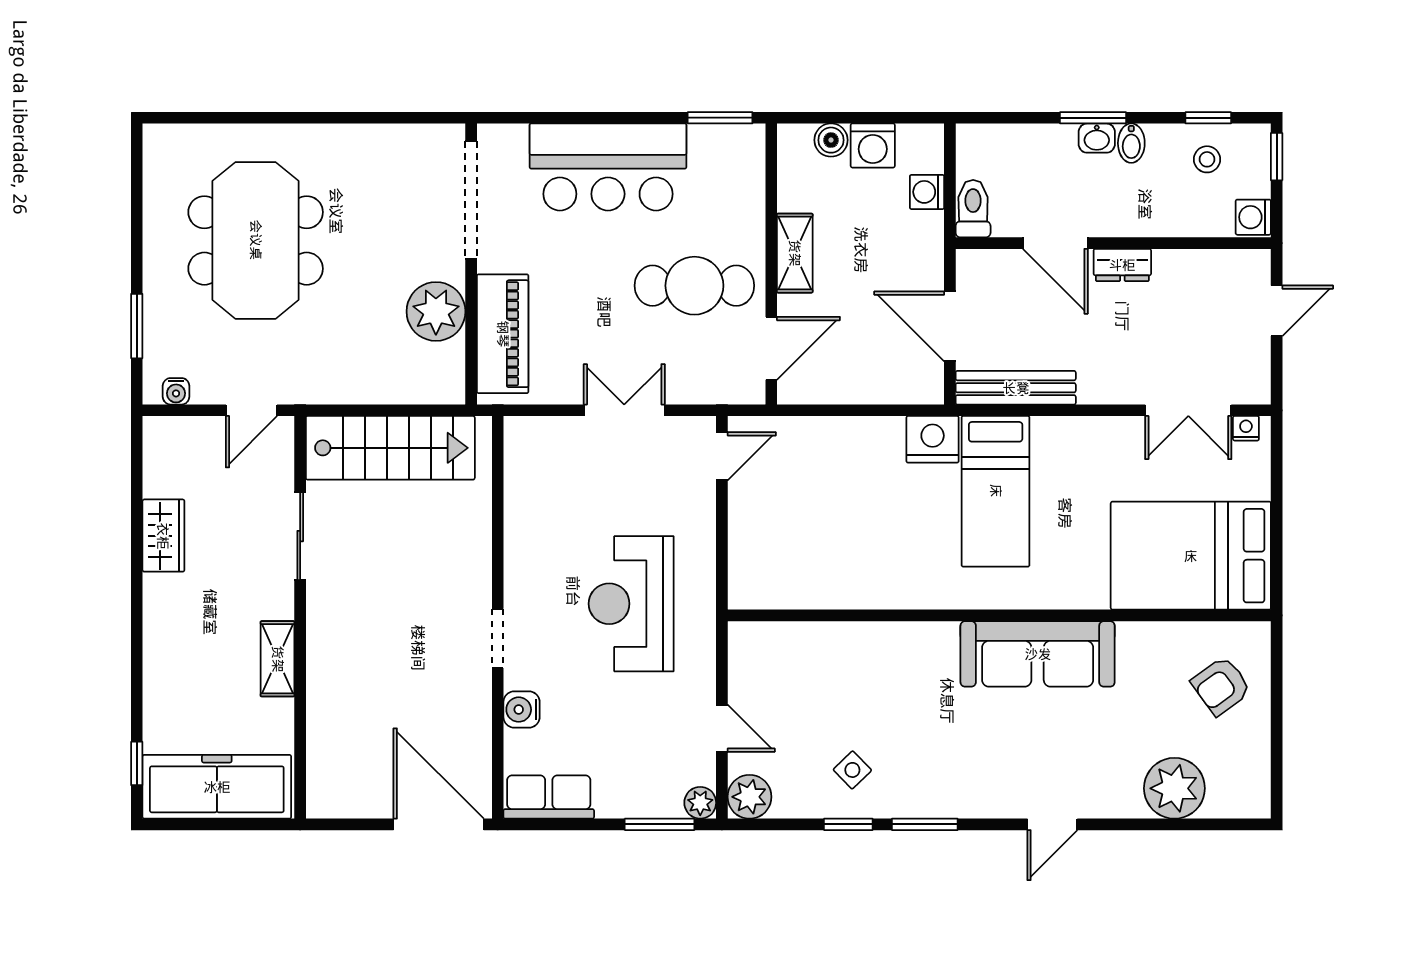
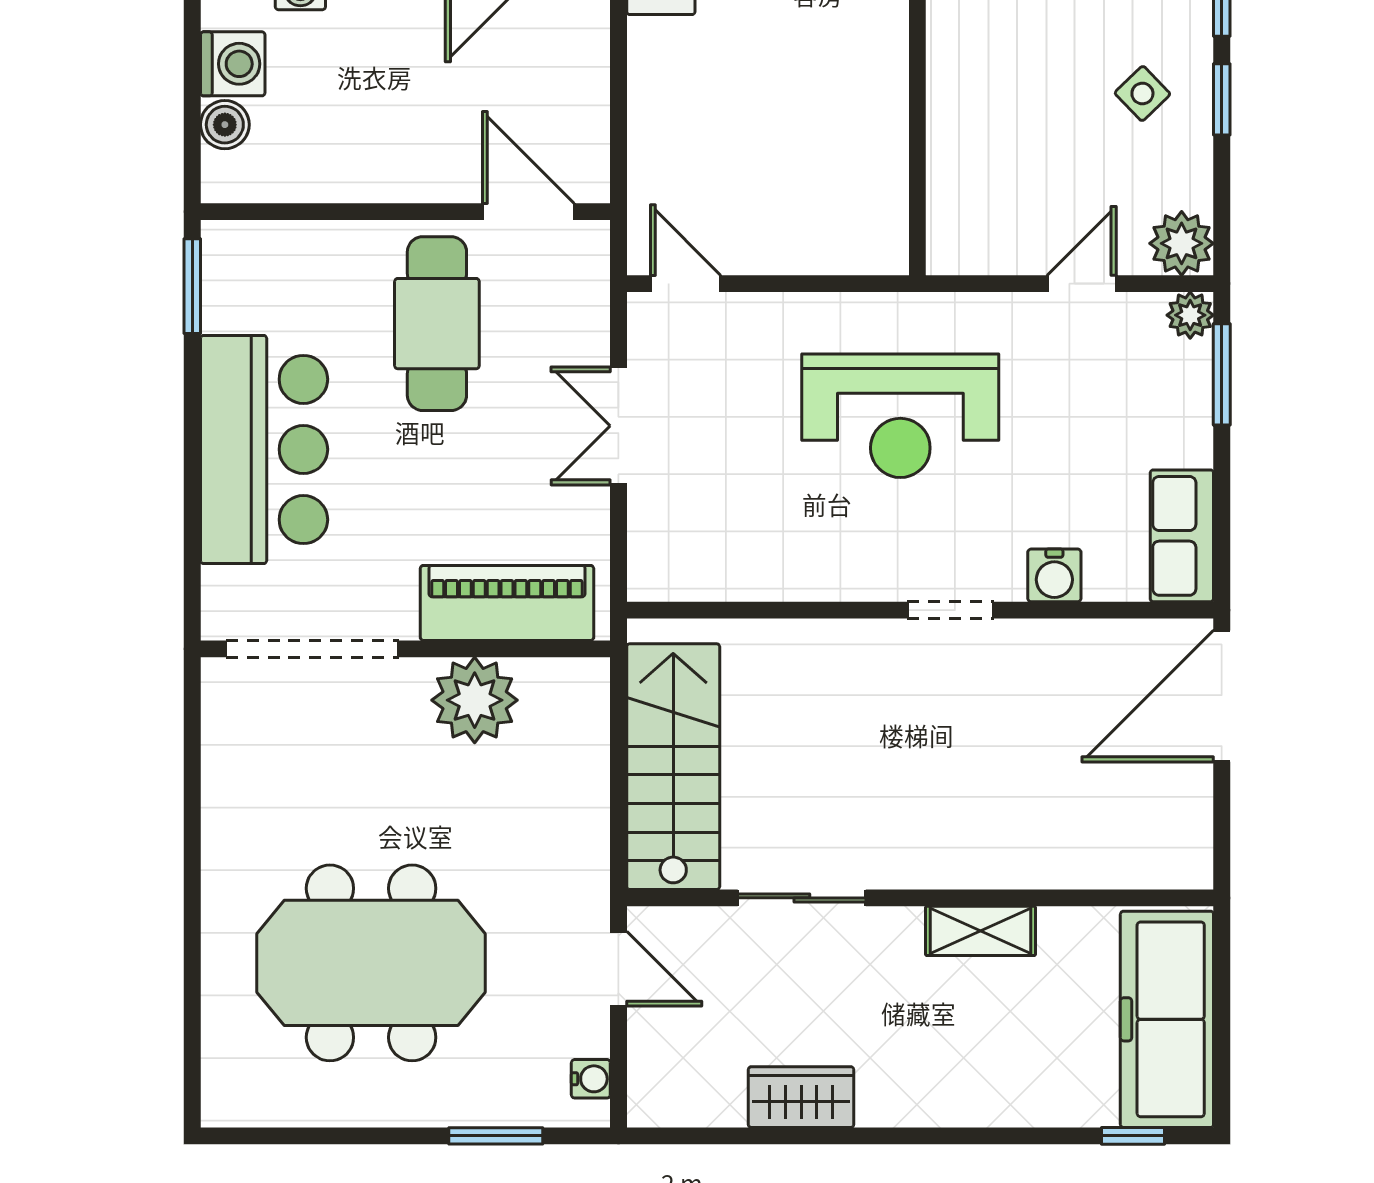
shelving: (795, 253) -> (389, 177), removed

